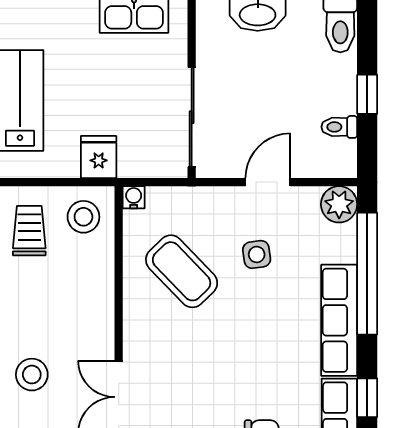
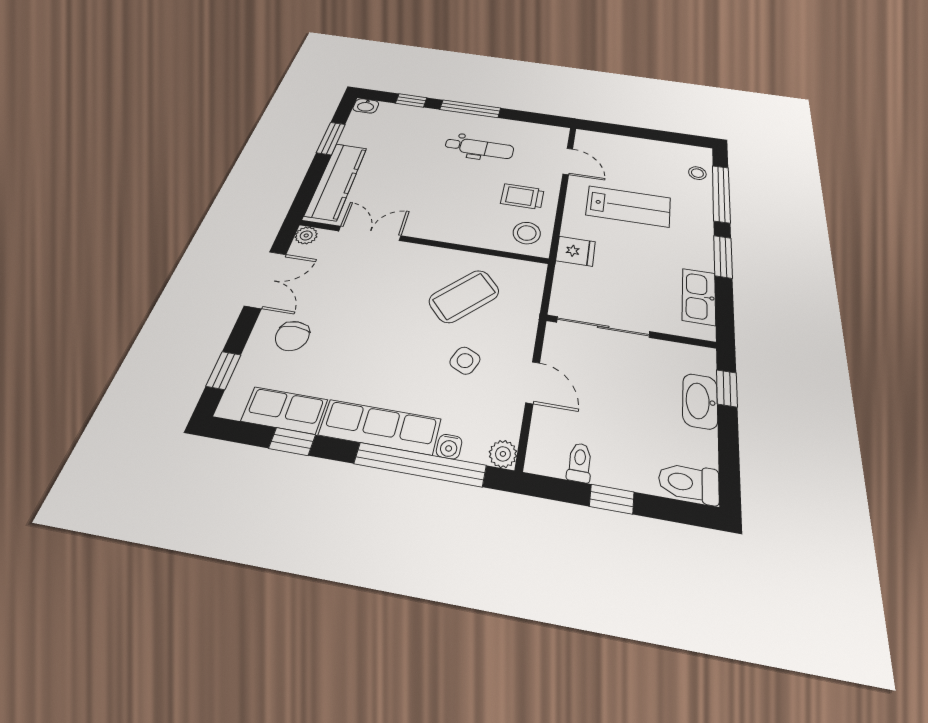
water cooler: (134, 197) -> (449, 447), moved, turned 90
plant: (339, 204) -> (503, 454), width x0.73, depth x0.73
trolley: (29, 231) -> (522, 196), turned 180
side table: (257, 254) -> (465, 361), turned 32
stool: (32, 375) -> (408, 181), removed

